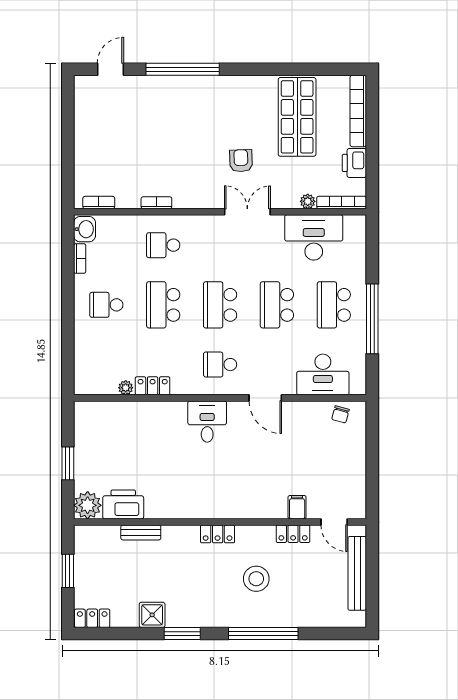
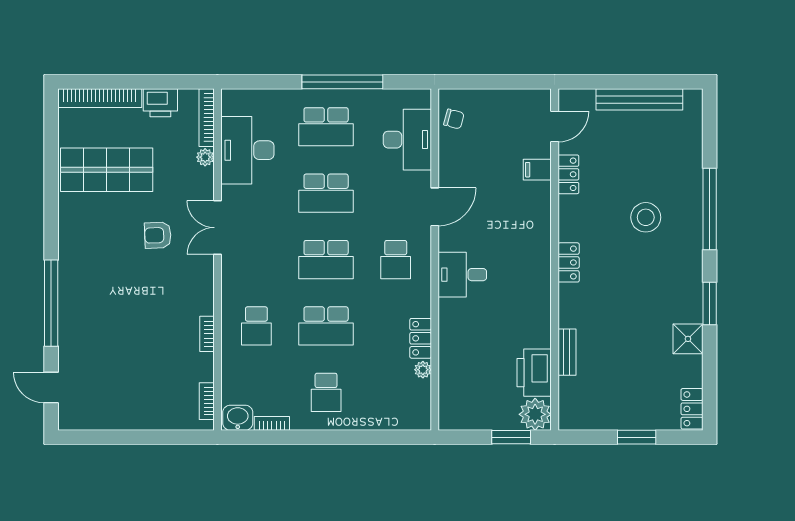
printer: (123, 504) -> (534, 373), moved
plant: (88, 505) -> (535, 414), moved
filing cabinet: (297, 507) -> (537, 170), moved
wall: (220, 522) -> (555, 260), moved
door: (334, 522) -> (555, 126), moved
bench: (141, 532) -> (567, 352), moved
locker: (218, 534) -> (569, 262), moved
locker: (293, 534) -> (568, 174), moved

